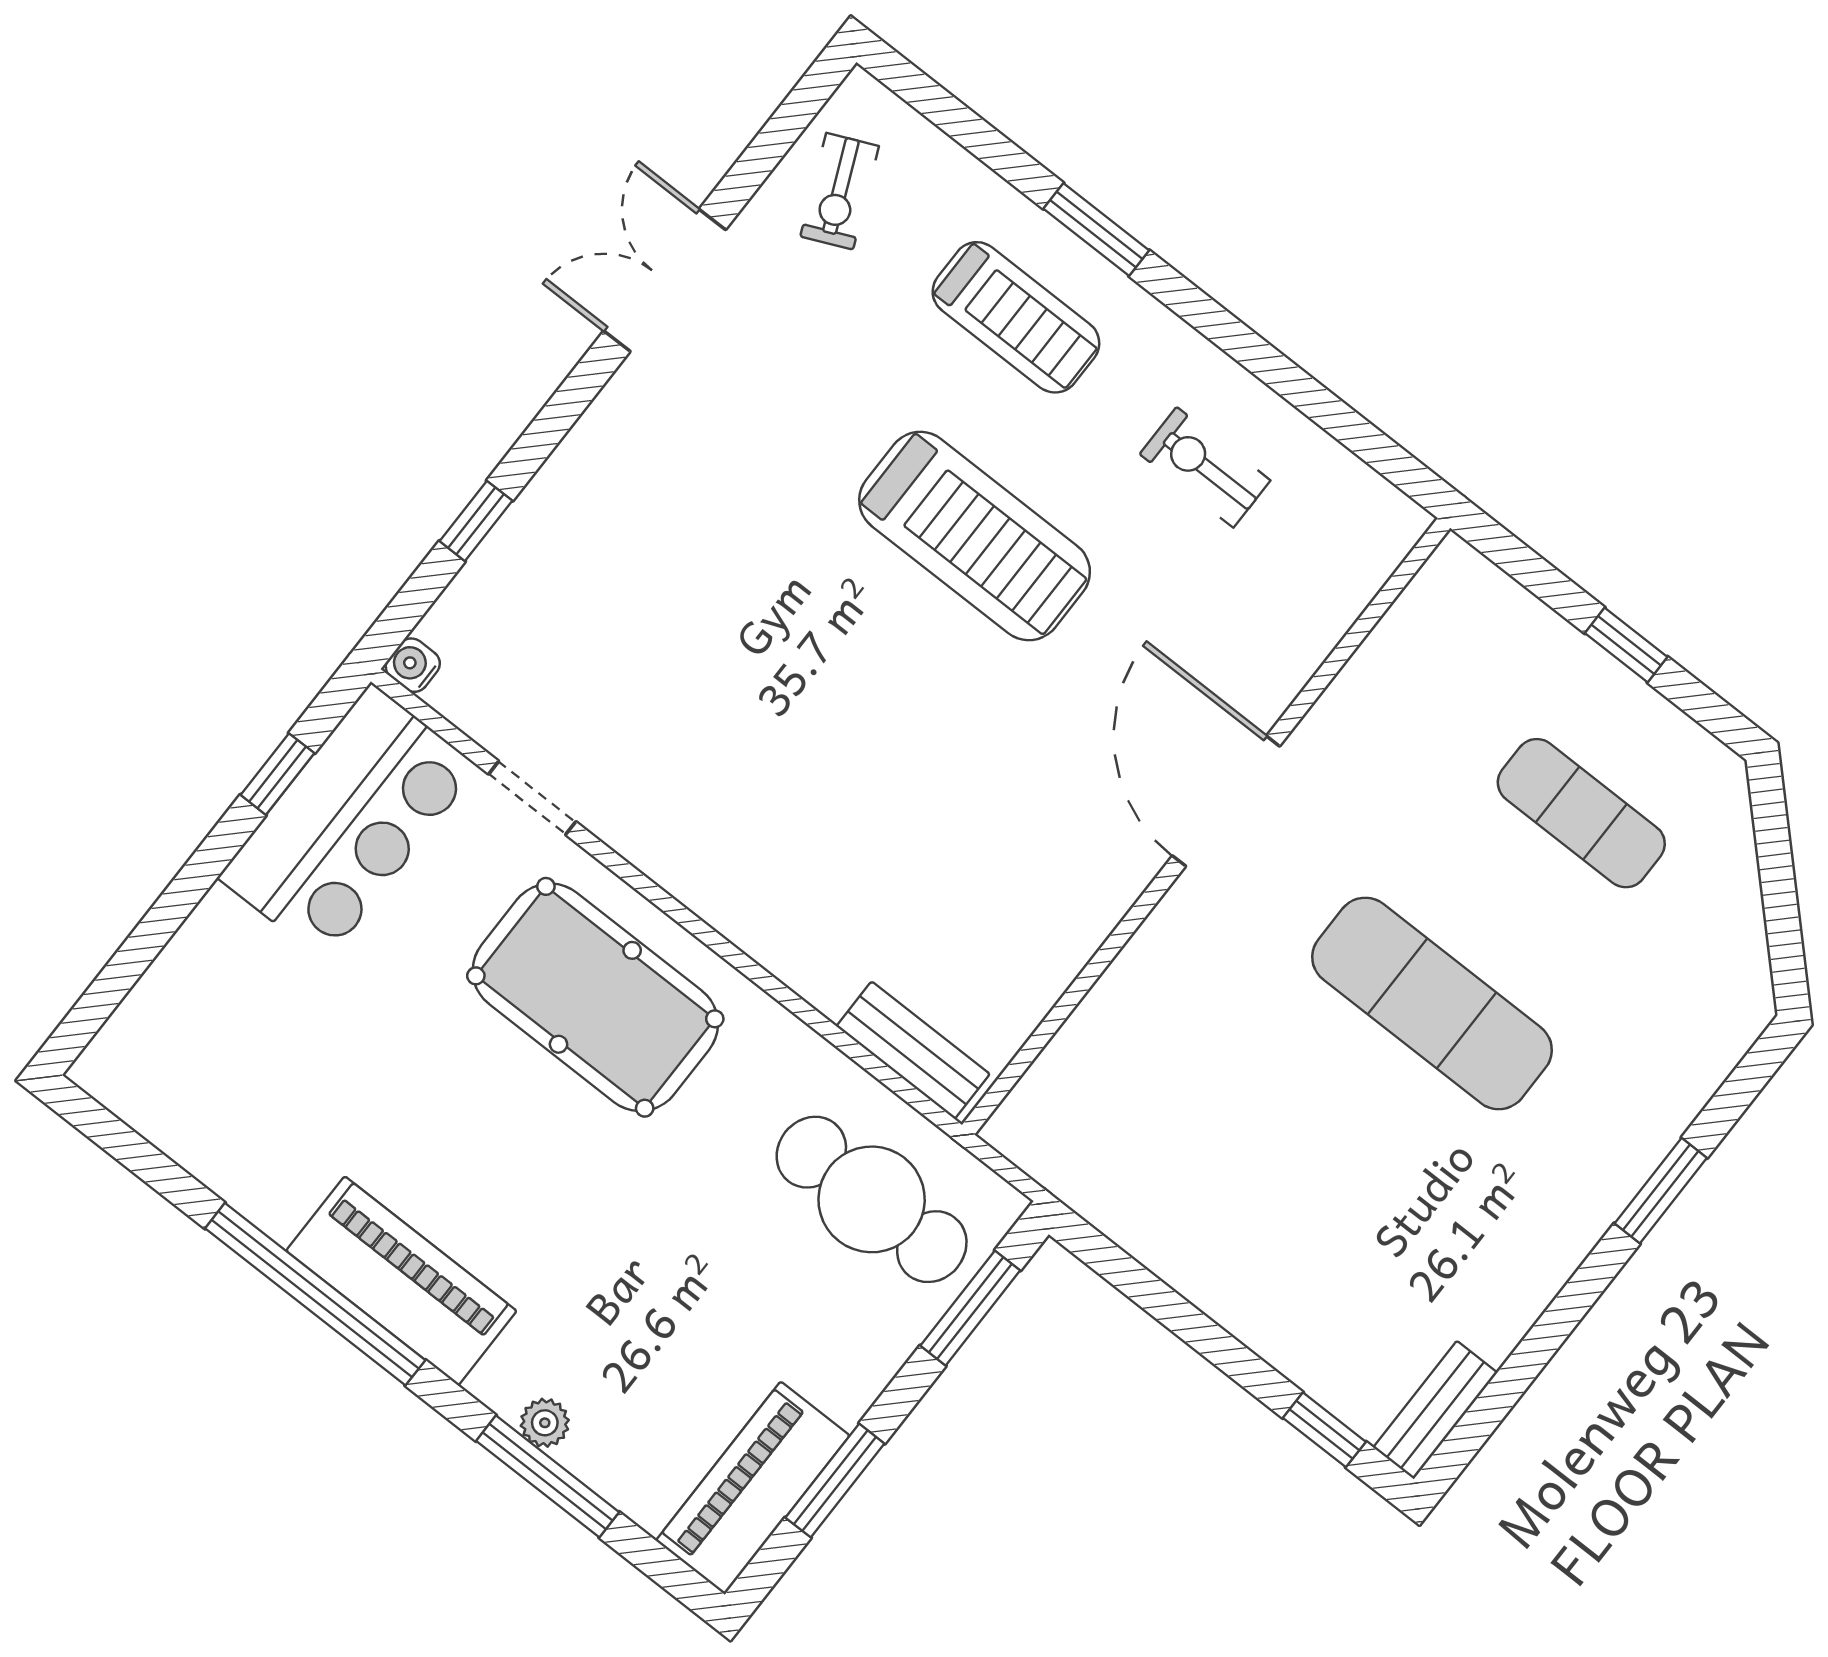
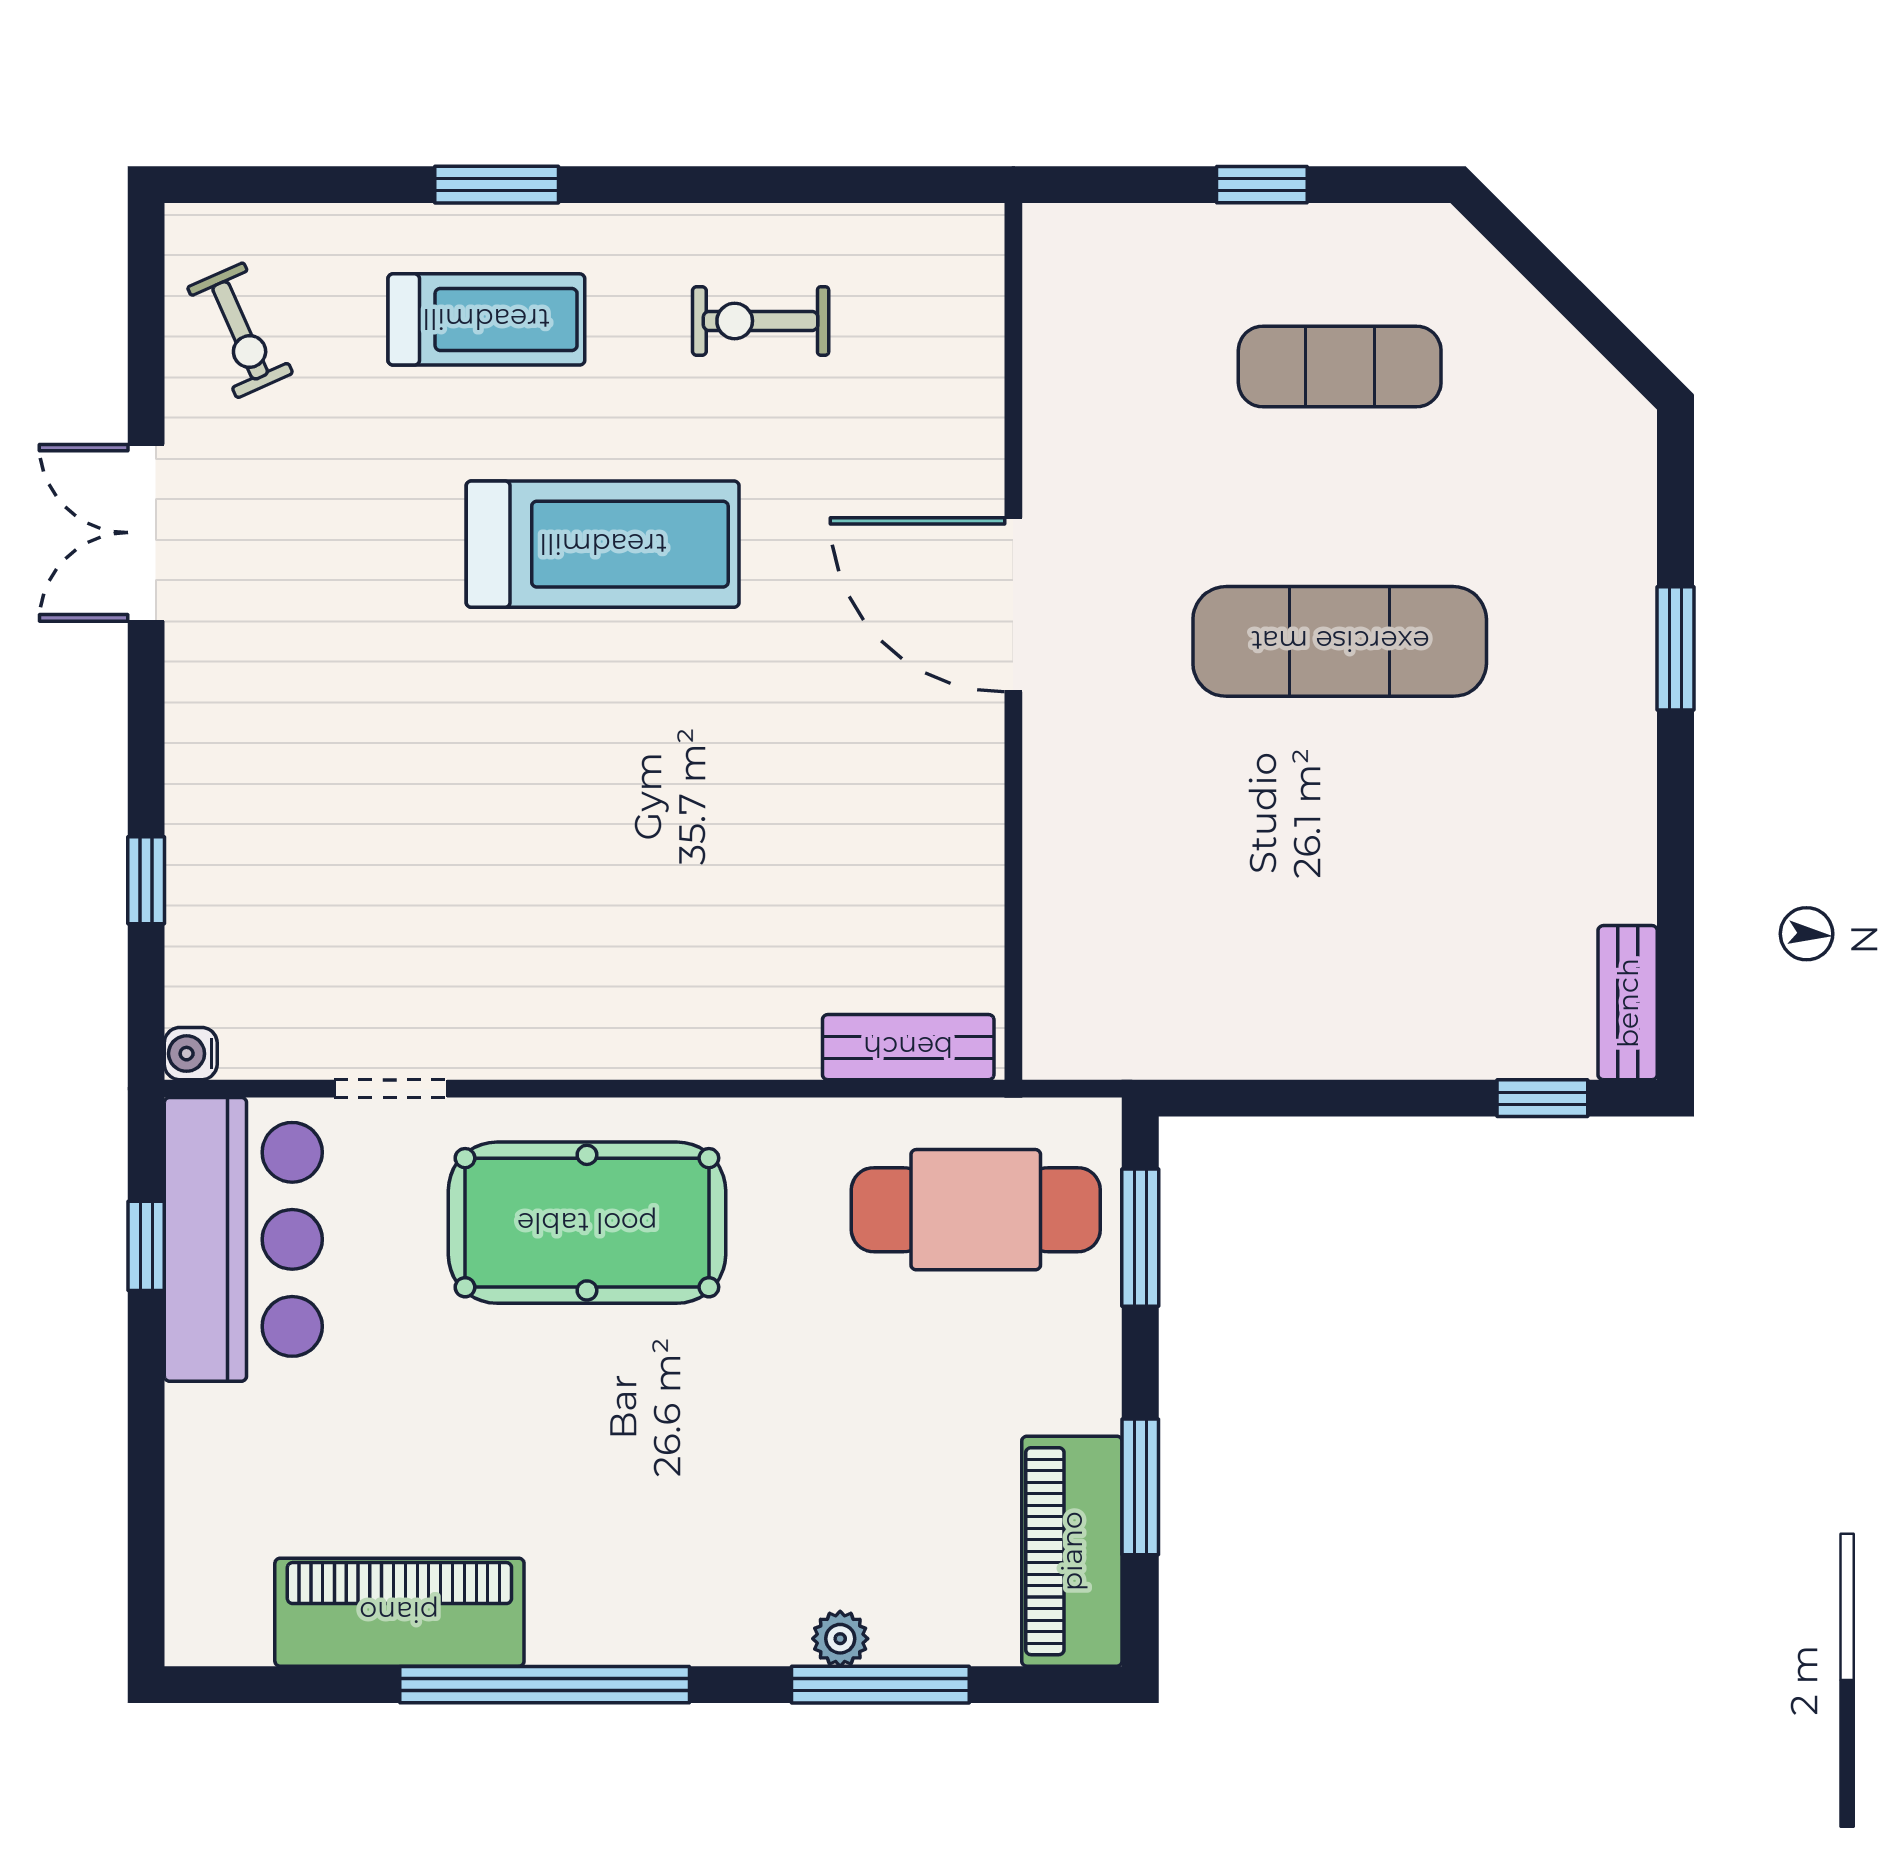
piano: (401, 1281) -> (399, 1612), moved

